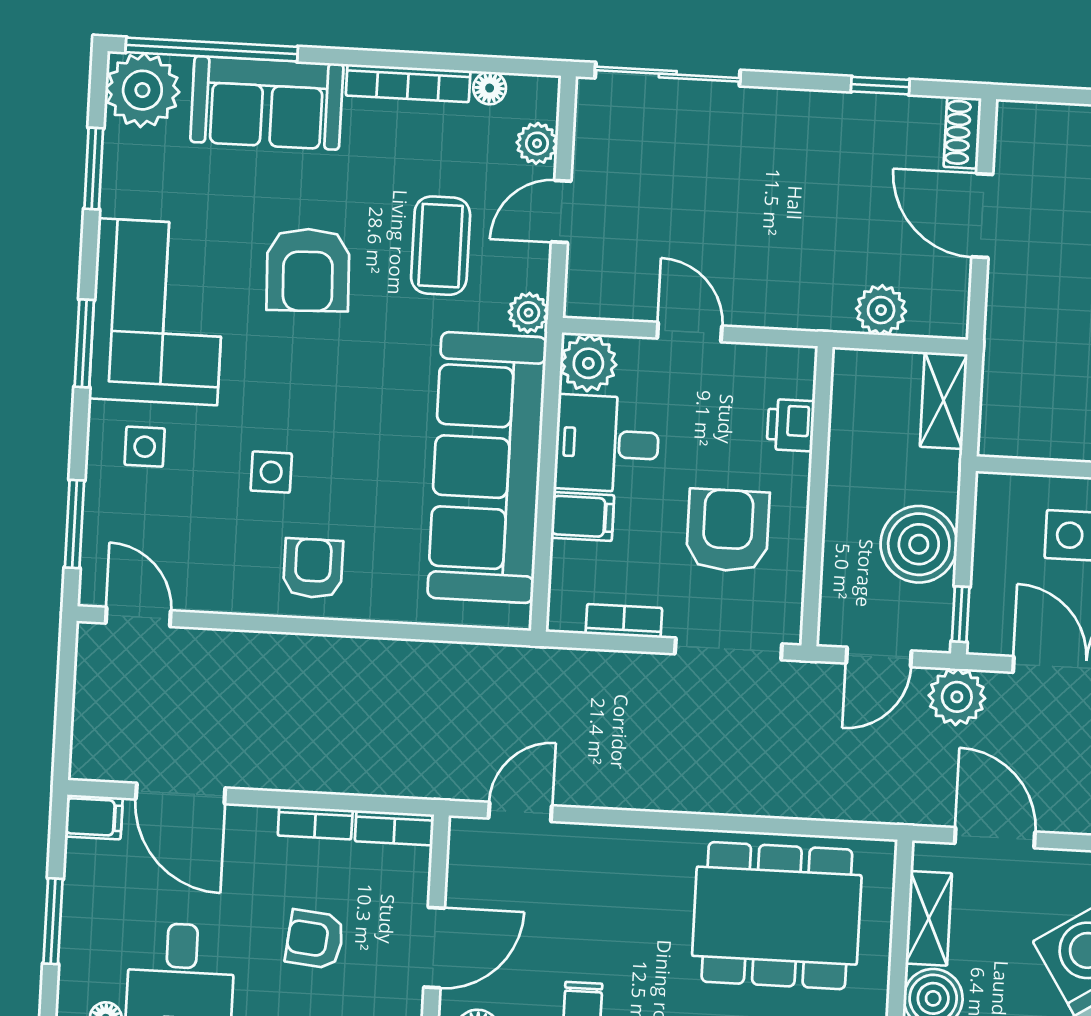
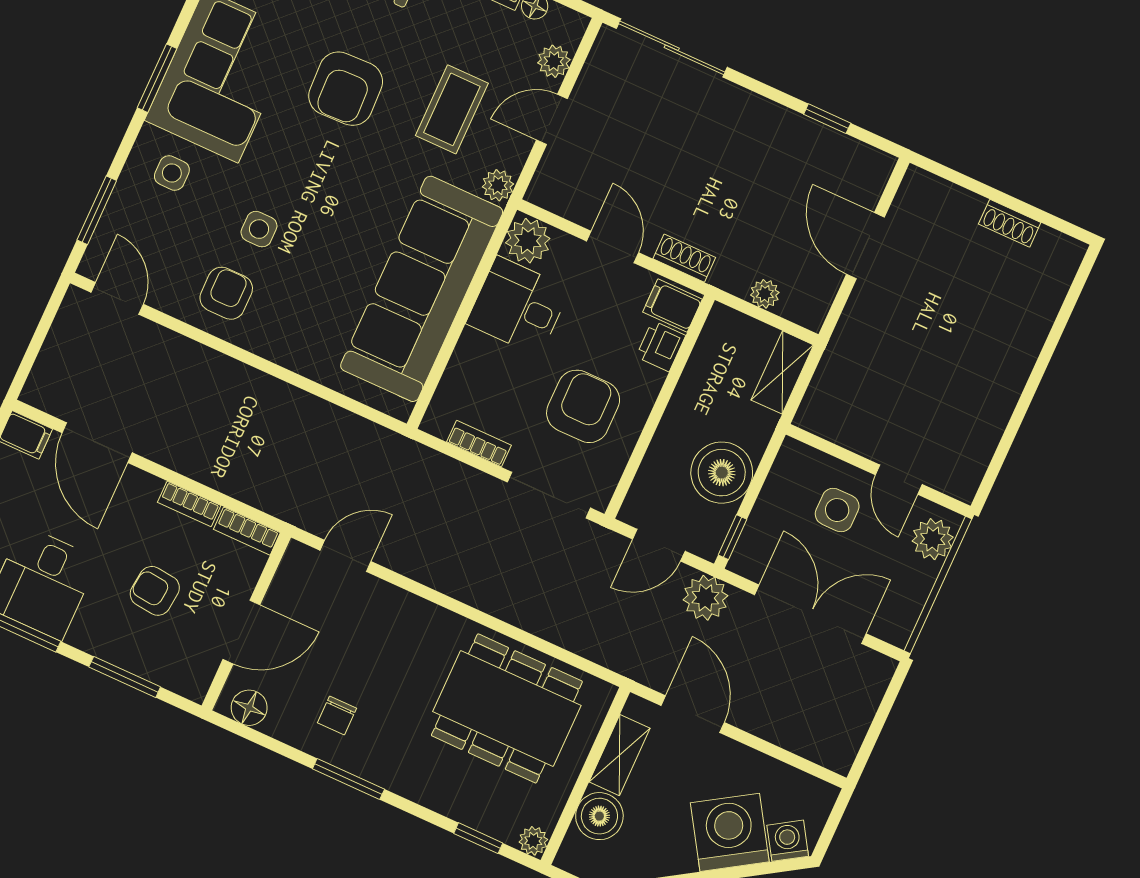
shoe rack: (962, 133) -> (684, 258), moved, turned 90
plant: (881, 310) -> (765, 294), width x0.73, depth x0.73
filing cabinet: (583, 516) -> (673, 306), moved, turned 180
armchair: (313, 568) -> (226, 293), moved

